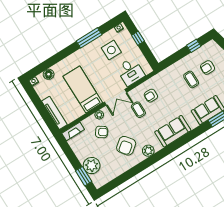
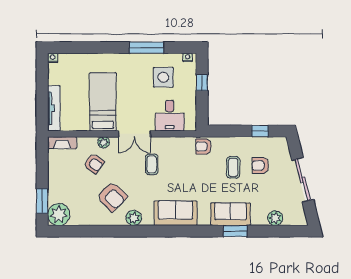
floor lamp: (49, 74) -> (75, 60), removed
armchair: (151, 96) -> (204, 146), moved
armchair: (126, 146) -> (112, 197), turned -97
plant: (92, 166) -> (59, 214), moved

